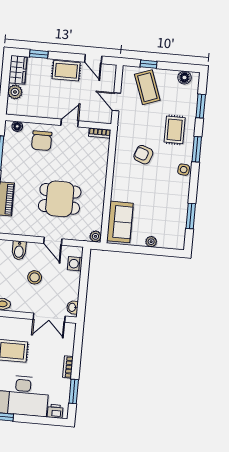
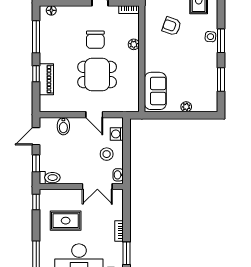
chair: (42, 141) -> (95, 40), moved
window: (197, 149) -> (221, 41), moved
plant: (95, 236) -> (134, 44), moved
stool: (35, 277) -> (107, 154), moved

